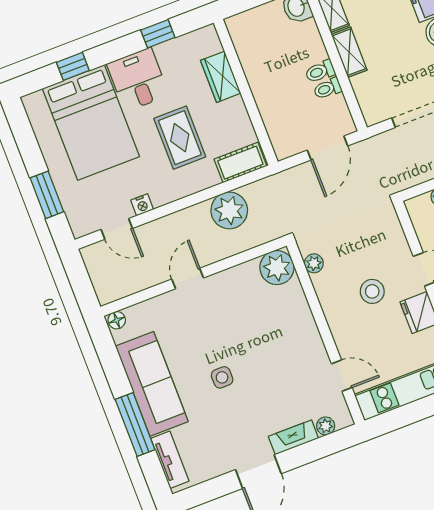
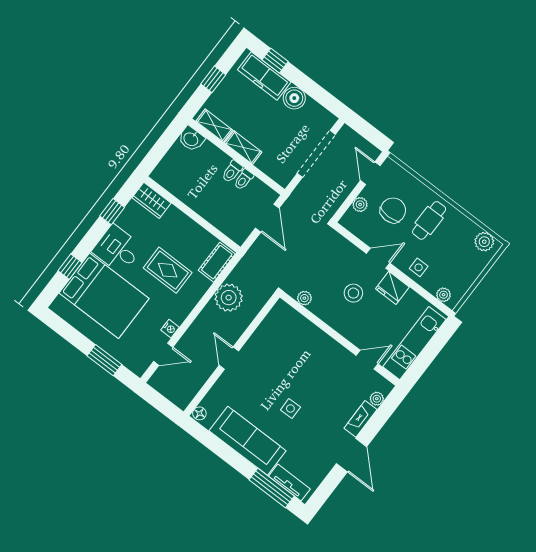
wardrobe: (221, 77) -> (151, 200), moved
plant: (277, 268) -> (282, 316), removed
window: (135, 425) -> (272, 488), moved

